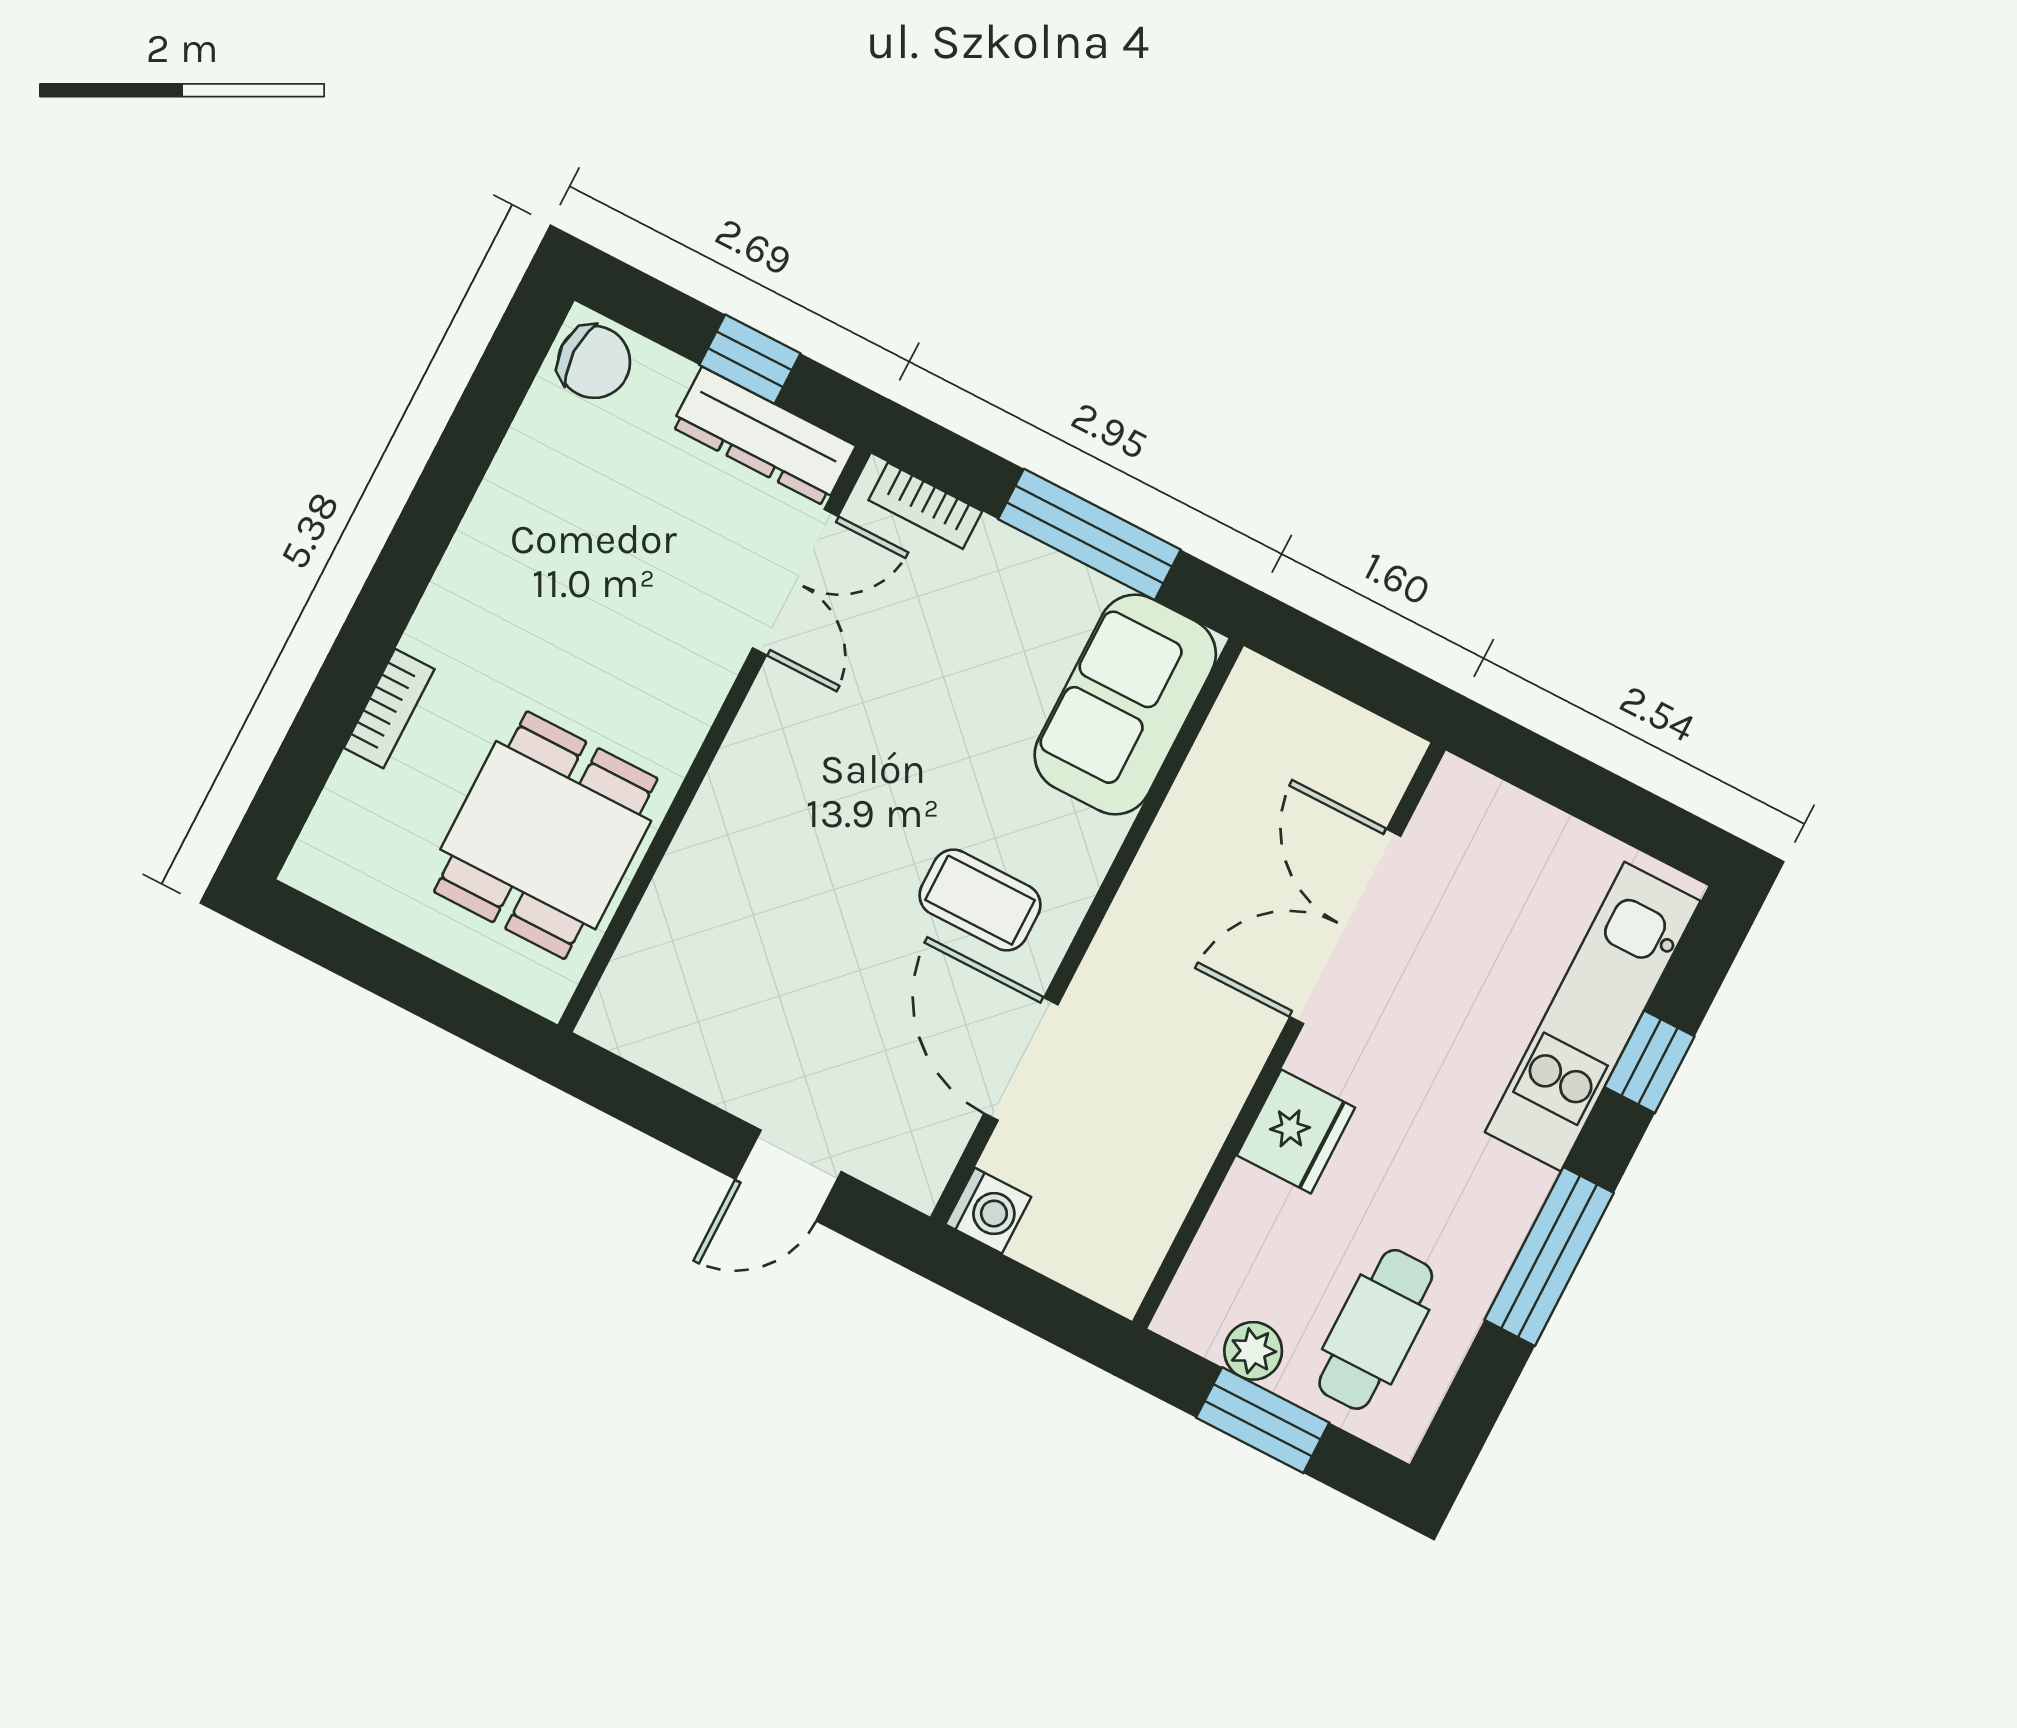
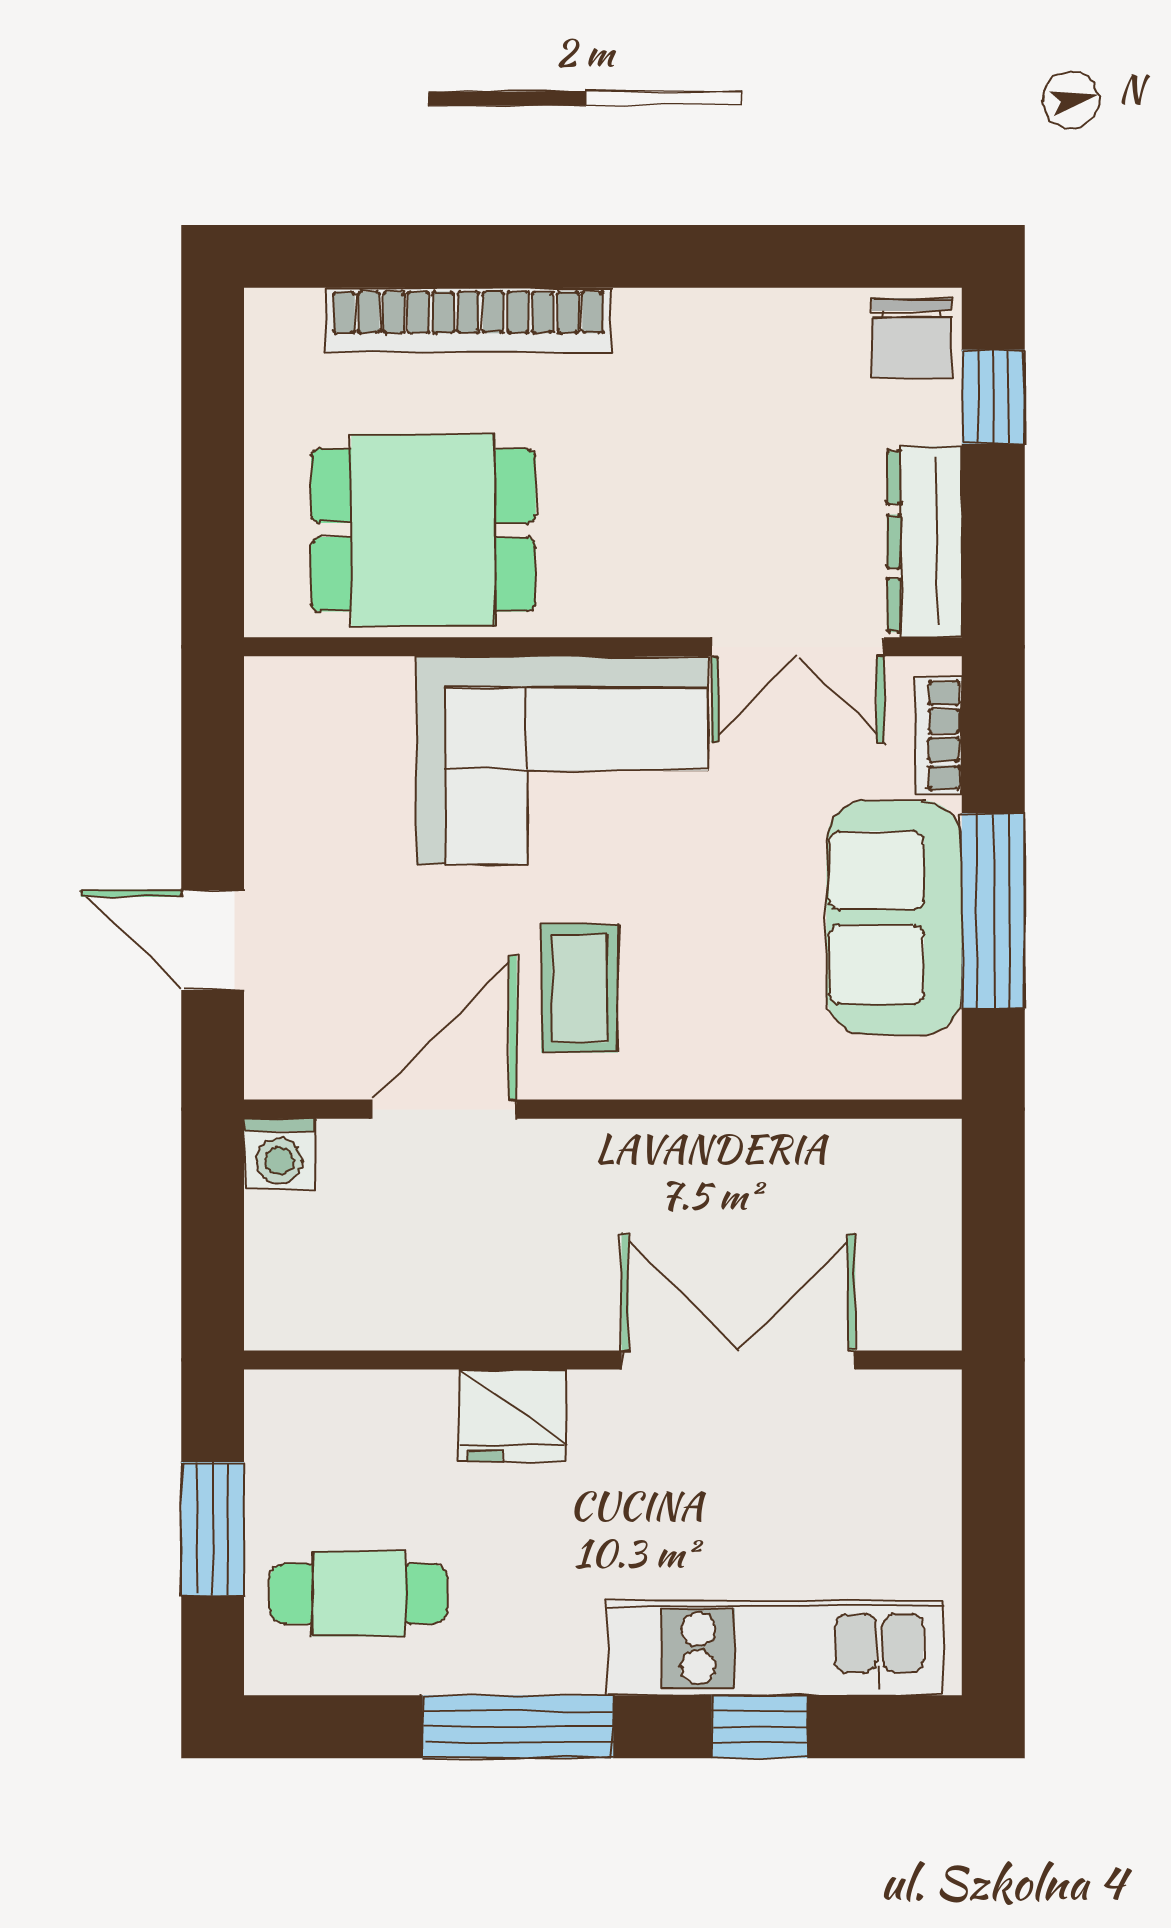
window: (750, 359) -> (993, 397), moved
sofa: (1125, 704) -> (894, 917), moved, turned -90
bookcase: (389, 708) -> (468, 320), width x2.31, depth x1.31
corner sofa: (789, 819) -> (562, 760), added
plant: (1253, 1351) -> (276, 1484), removed

